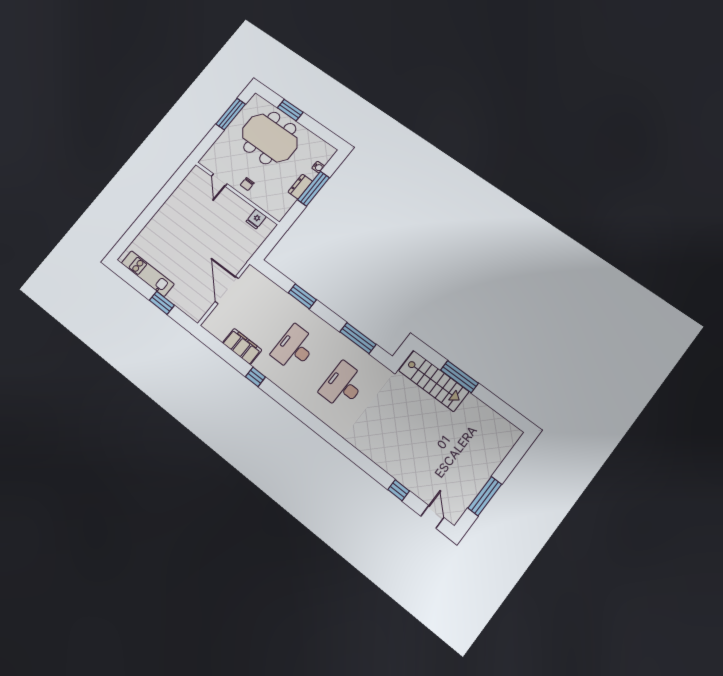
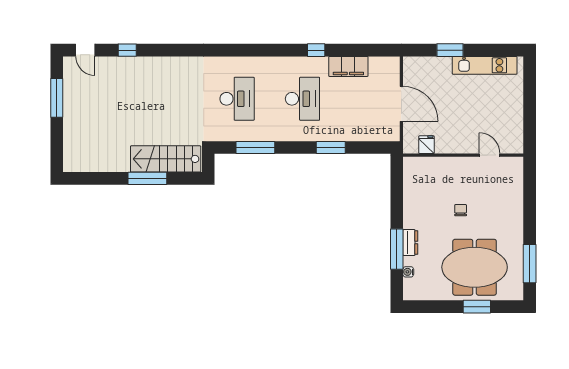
door: (219, 180) -> (490, 155), moved
wall: (237, 193) -> (463, 155), moved
fridge: (256, 219) -> (426, 145), moved

